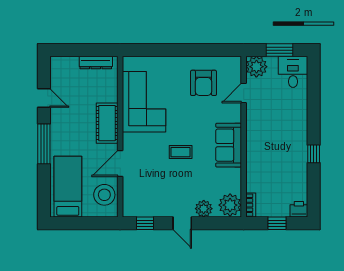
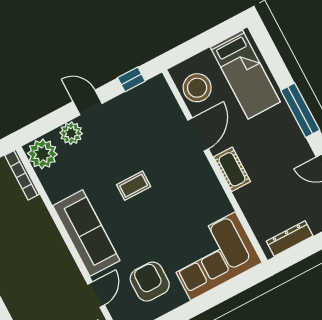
corner sofa: (144, 102) -> (213, 256), moved, turned 90
cot: (107, 123) -> (232, 169), width x0.73, depth x0.75
sofa: (229, 145) -> (86, 233), width x1.36
bookcase: (251, 205) -> (22, 175), width x1.56

